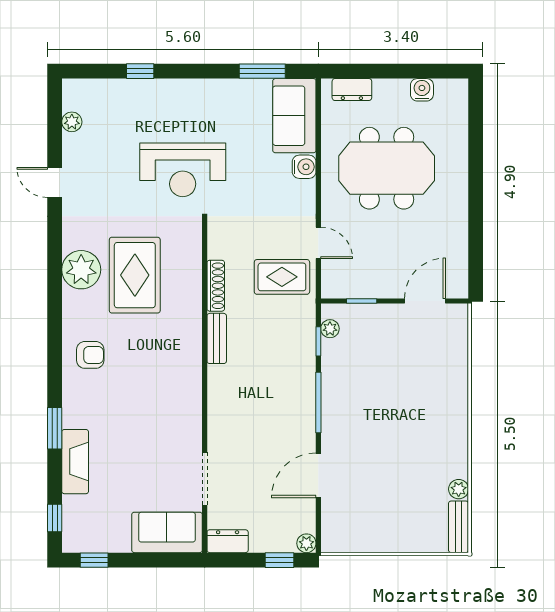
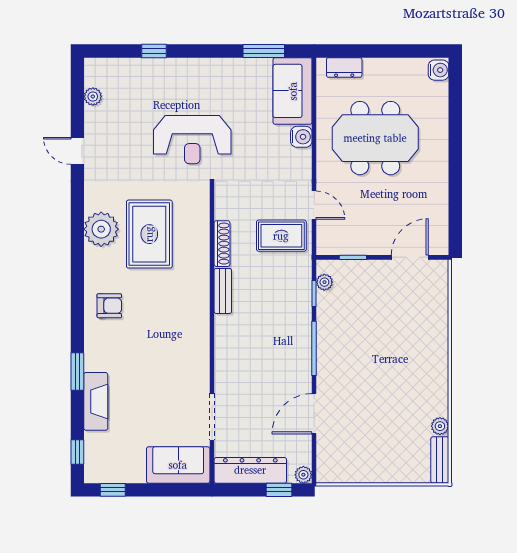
water cooler: (422, 90) -> (439, 70), moved, turned 90
dresser: (228, 541) -> (250, 470), width x1.96, depth x1.24

